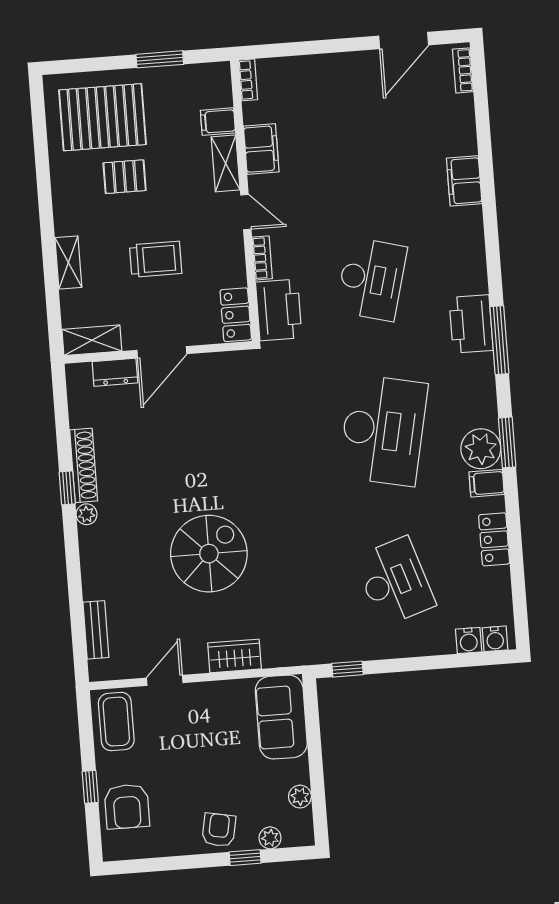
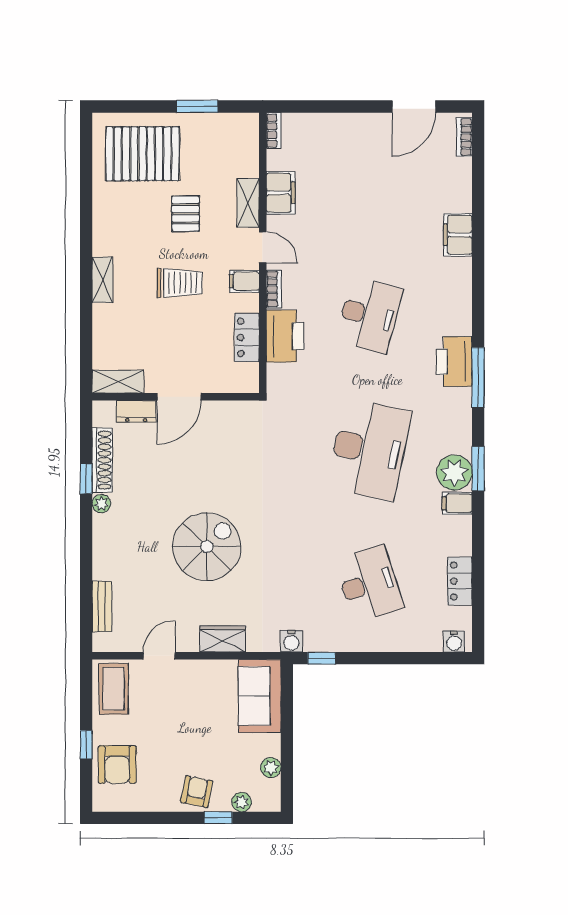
filing cabinet: (218, 122) -> (244, 281), moved
pallet: (125, 177) -> (186, 214), moved, turned 90
shelving: (92, 340) -> (118, 382), moved
wall: (158, 352) -> (176, 397), moved
door: (162, 352) -> (179, 397), moved
dresser: (115, 372) -> (136, 411), moved
locker: (494, 539) -> (460, 581), moved
water cooler: (469, 641) -> (291, 641), moved

